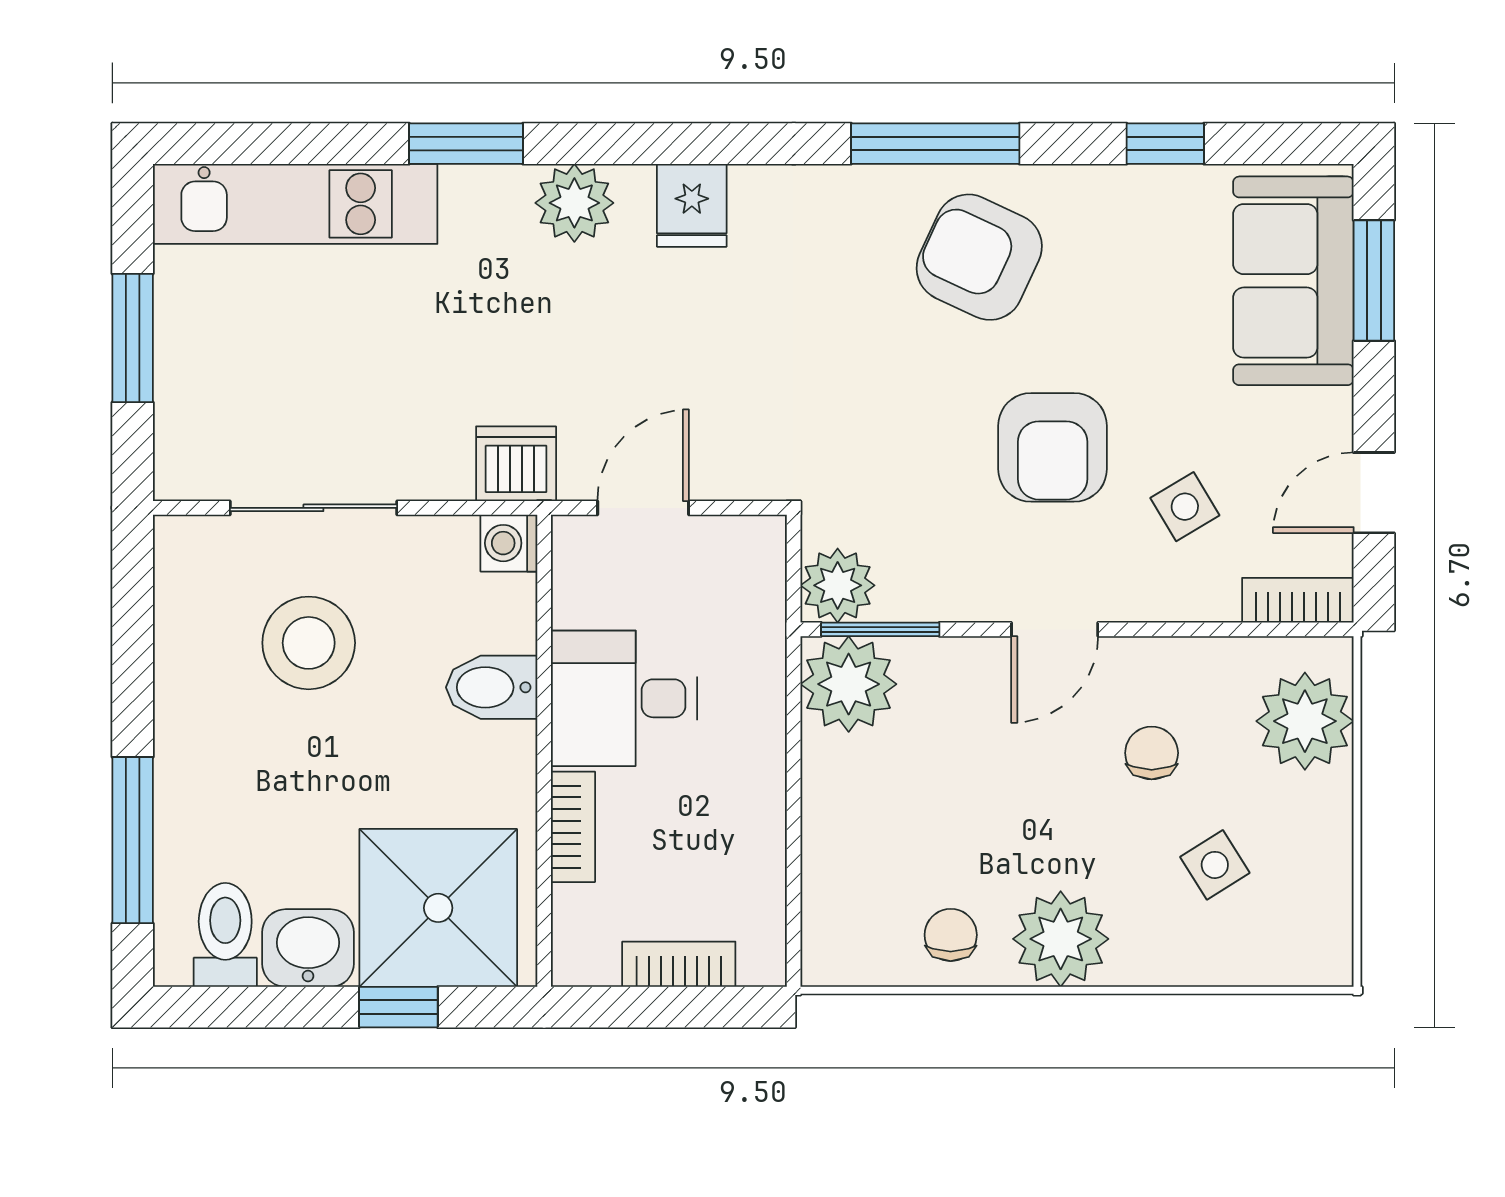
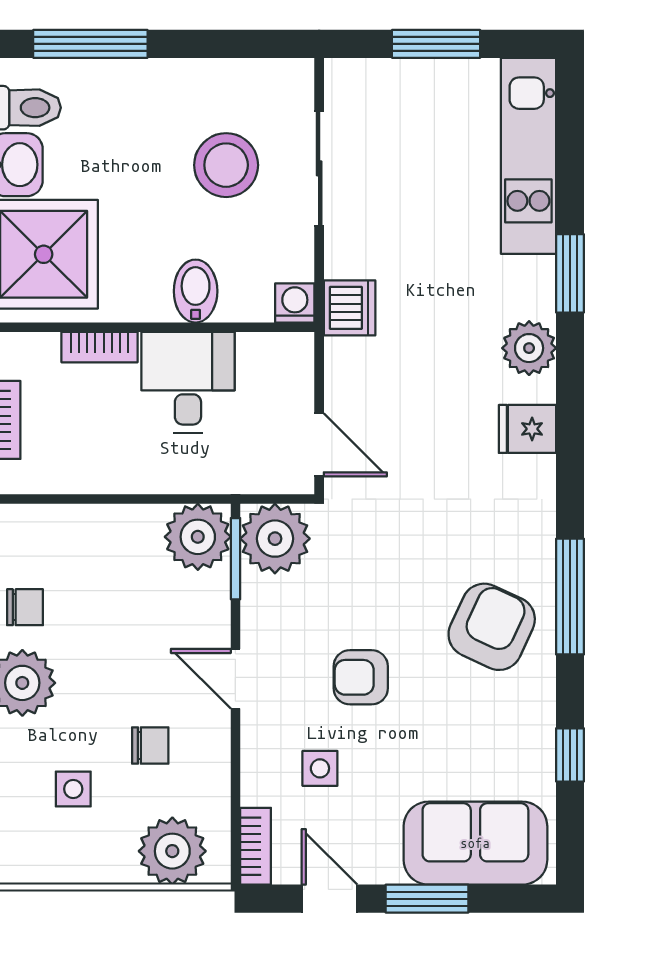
window: (1374, 280) -> (427, 899), moved
armchair: (1053, 447) -> (361, 677), width x0.72, depth x0.72
side table: (1185, 507) -> (320, 768), turned 31
door: (643, 508) -> (319, 445), moved
plant: (838, 585) -> (275, 539), width x1.36, depth x1.36
side table: (1215, 865) -> (73, 789), turned 32

